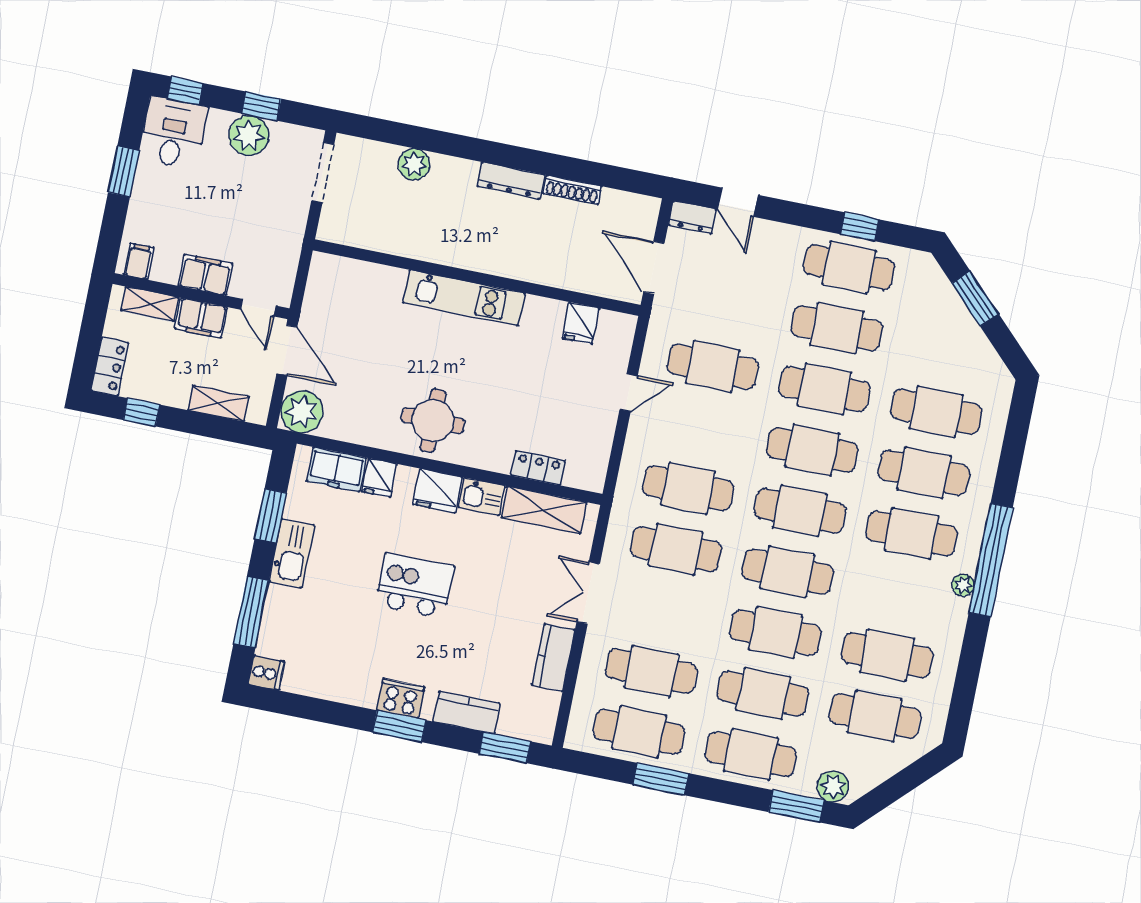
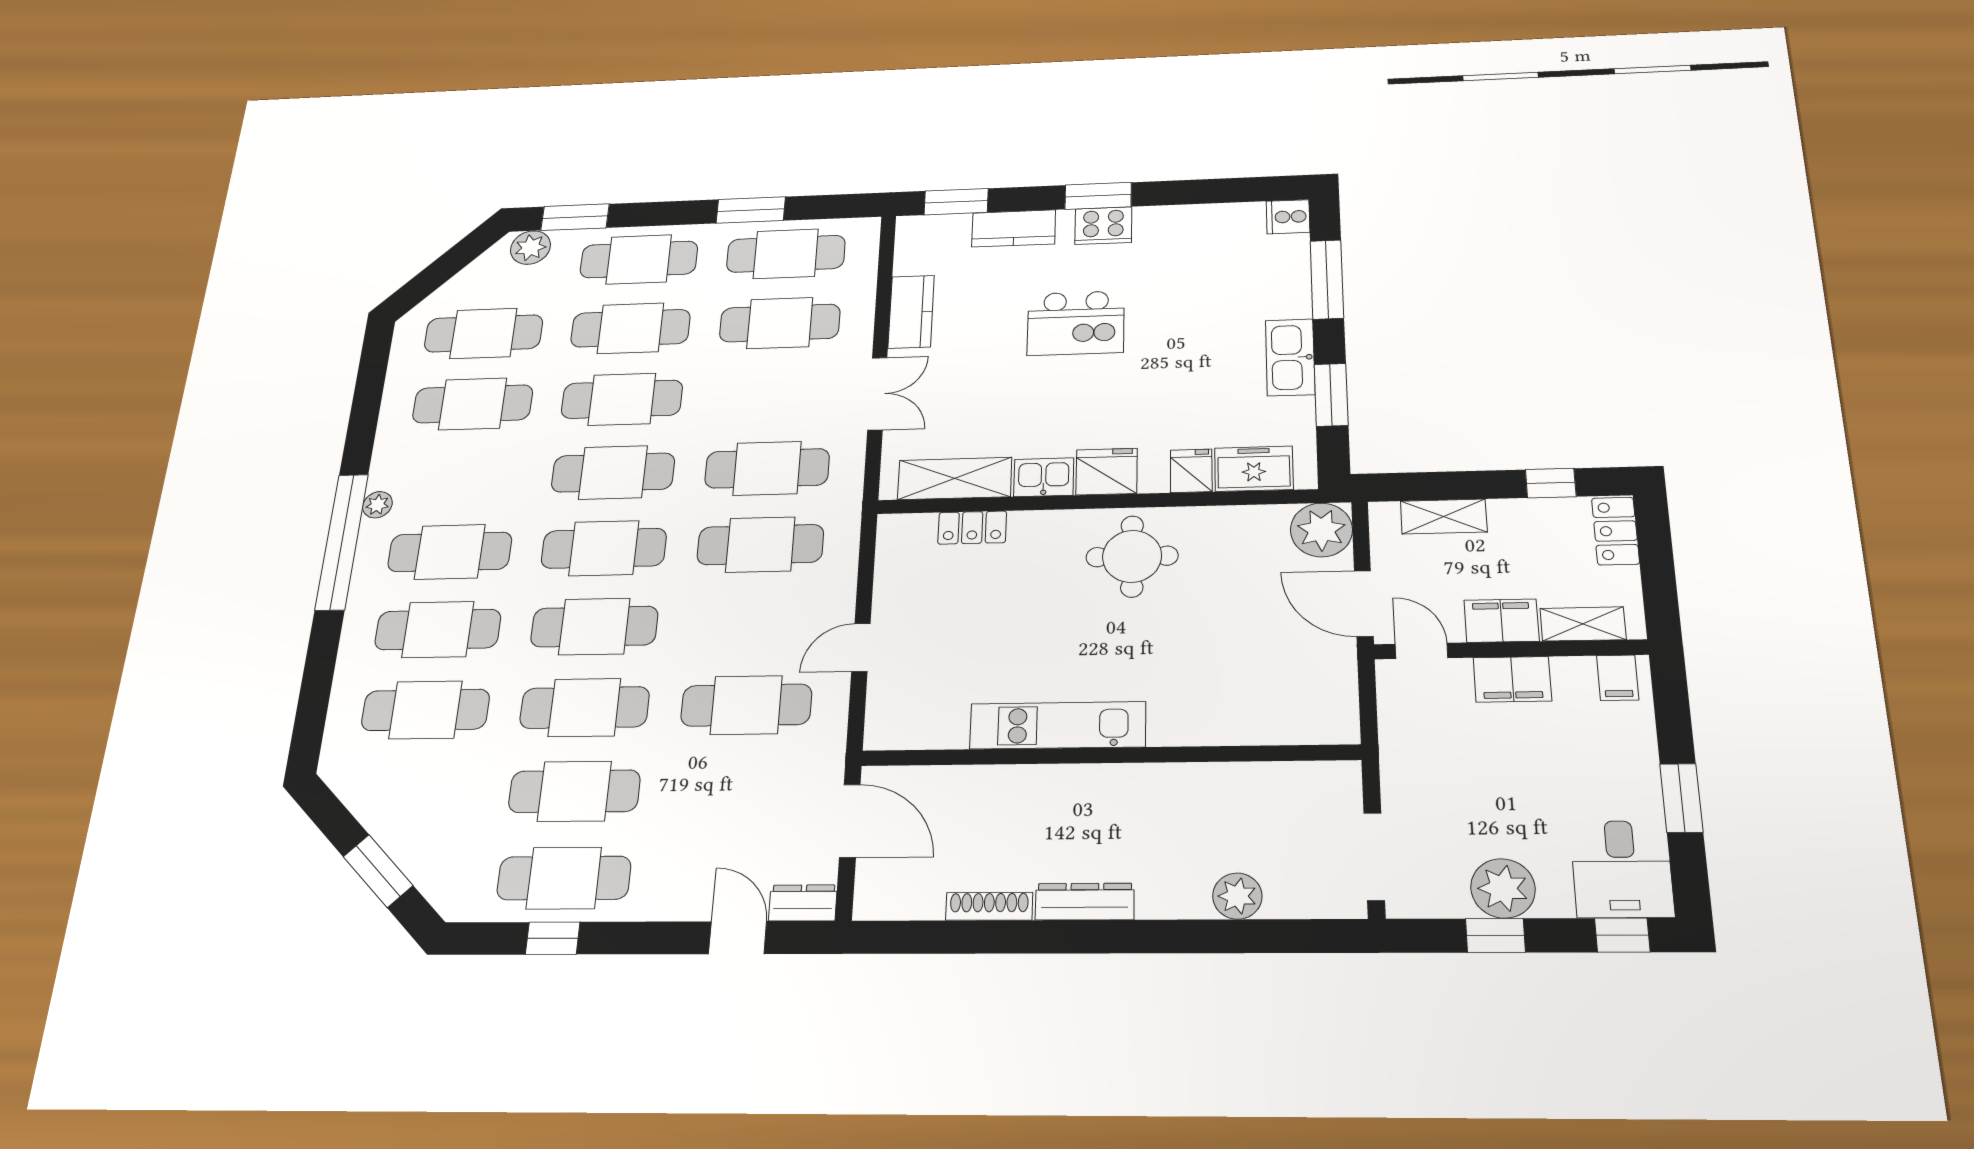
kitchen unit: (464, 298) -> (1058, 725), moved
fridge: (581, 323) -> (945, 724), removed
kitchen island: (415, 586) -> (1076, 323), moved

